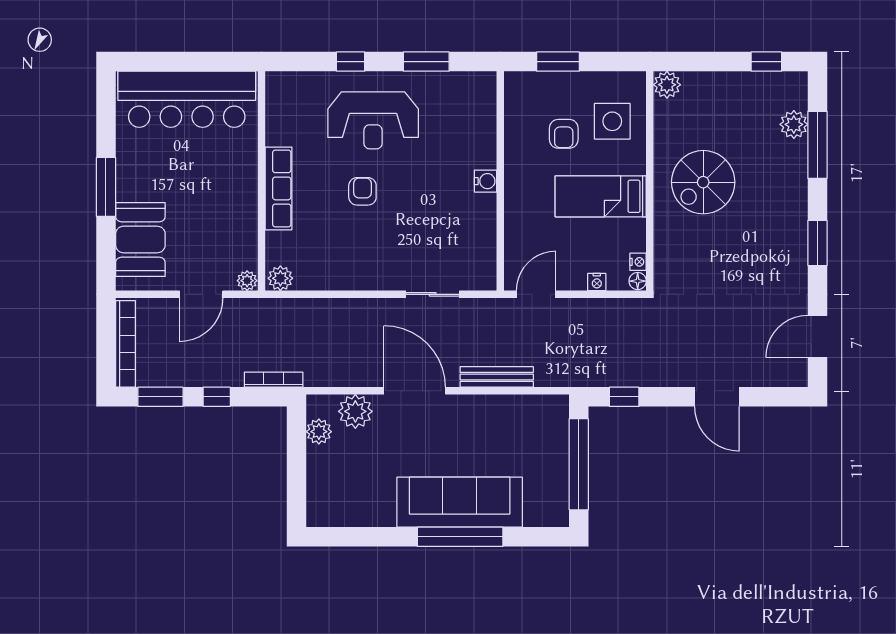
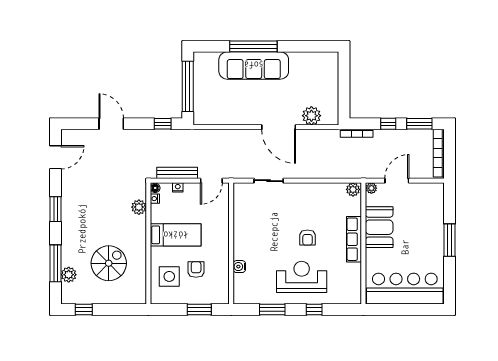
plant: (667, 85) -> (139, 207), moved
water cooler: (486, 181) -> (239, 267), moved
spiral stairs: (703, 182) -> (109, 263), moved
booth: (140, 239) -> (379, 227), moved
bench: (497, 377) -> (177, 173), moved
plant: (319, 432) -> (332, 105), removed

